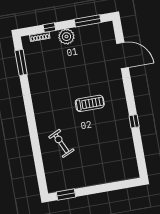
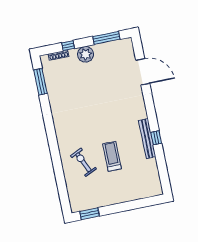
treadmill: (90, 103) -> (112, 156), moved, turned -90
bench: (125, 122) -> (147, 139), added

